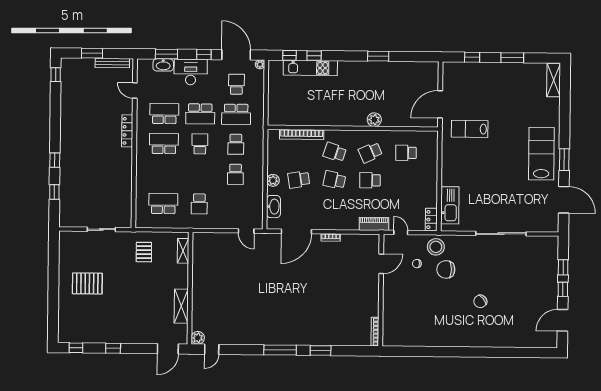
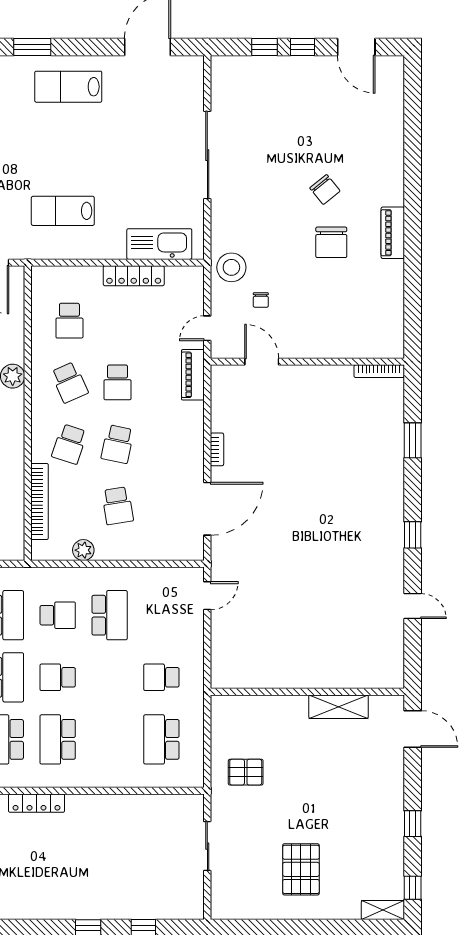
lab bench: (470, 129) -> (63, 211), moved, turned 90
lab bench: (541, 154) -> (68, 87), width x0.73, depth x0.72
window: (564, 160) -> (32, 47), moved
school desk: (235, 174) -> (110, 615), width x1.85
plant: (273, 180) -> (83, 550), moved
school desk: (199, 204) -> (161, 677), turned 180
washbasin: (273, 207) -> (165, 549), removed
locker: (431, 220) -> (134, 276), moved, width x1.53
door: (296, 231) -> (207, 509), hinge flipped
shelving: (183, 251) -> (383, 910), moved
chair: (446, 269) -> (331, 242), moved
plant: (198, 338) -> (393, 677), removed
piano: (455, 340) -> (393, 233), added
door: (212, 349) -> (413, 606), moved
window: (280, 350) -> (413, 535), width x0.46
window: (321, 350) -> (413, 440), moved

